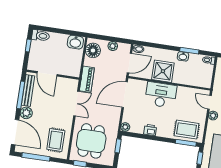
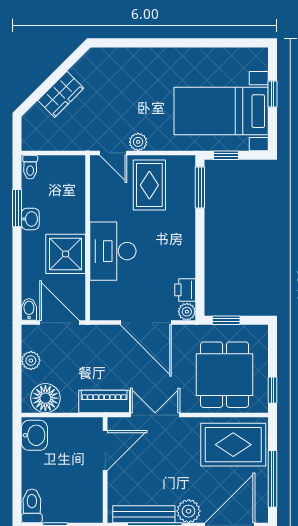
door: (47, 74) -> (105, 451), moved
door: (125, 95) -> (146, 323), moved
door: (209, 102) -> (113, 153), hinge flipped
printer: (150, 130) -> (185, 290), moved
rug: (187, 130) -> (149, 185), moved
rug: (56, 140) -> (233, 445), width x1.36, depth x1.43
dining table: (91, 141) -> (225, 375), turned 90

